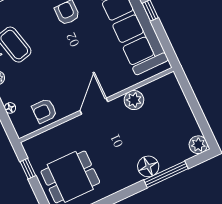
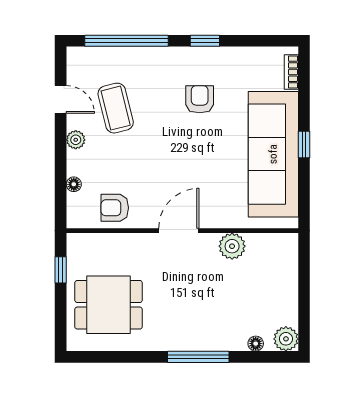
floor lamp: (148, 166) -> (256, 344), moved, width x0.53, depth x0.53
window: (166, 174) -> (198, 357), moved

